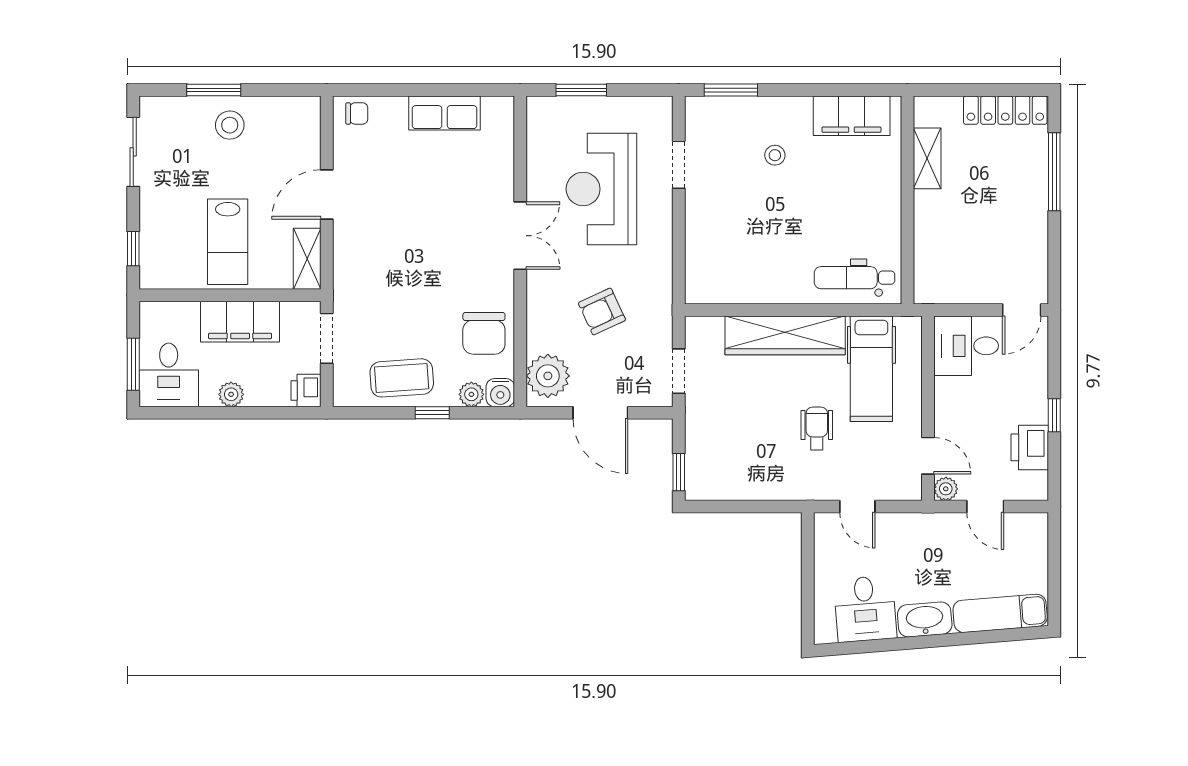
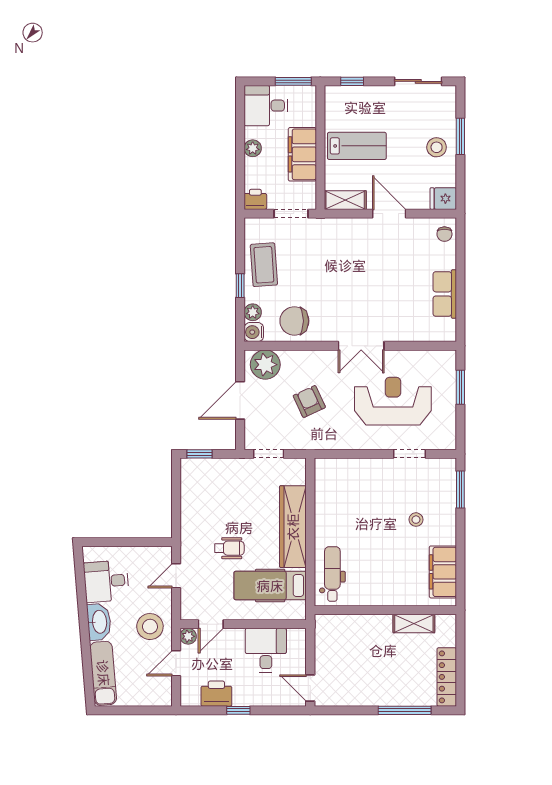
fridge: (305, 115) -> (443, 199), added
lab bench: (228, 242) -> (357, 146), turned 180
desk: (966, 346) -> (266, 650), moved
window: (133, 364) -> (293, 81), moved
stool: (932, 545) -> (150, 627), added

